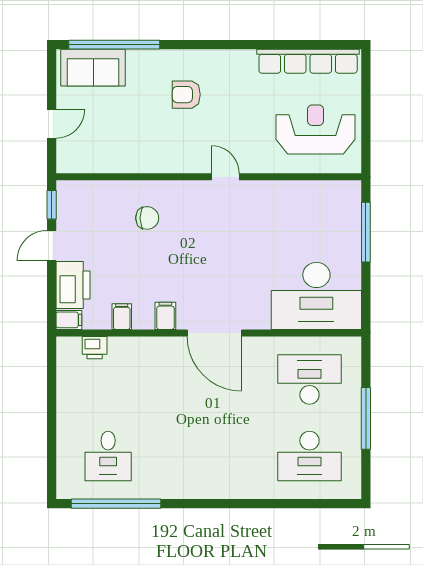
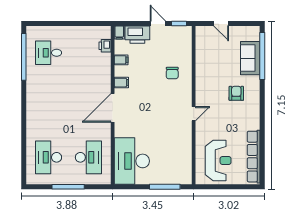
sofa: (93, 68) -> (250, 58), moved

